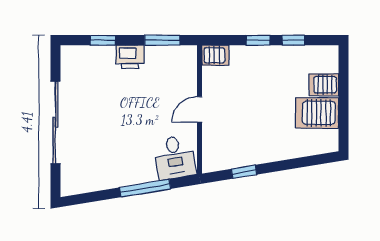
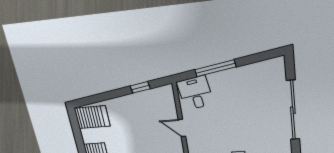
door: (200, 110) -> (182, 128), swing flipped
server rack: (317, 113) -> (92, 117), moved

